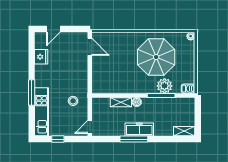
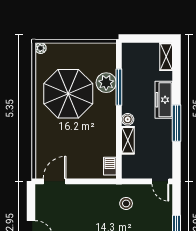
barbecue: (188, 89) -> (110, 166), moved
freezer: (139, 129) -> (164, 100), moved

